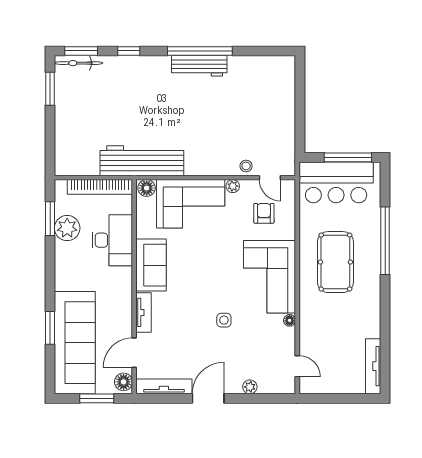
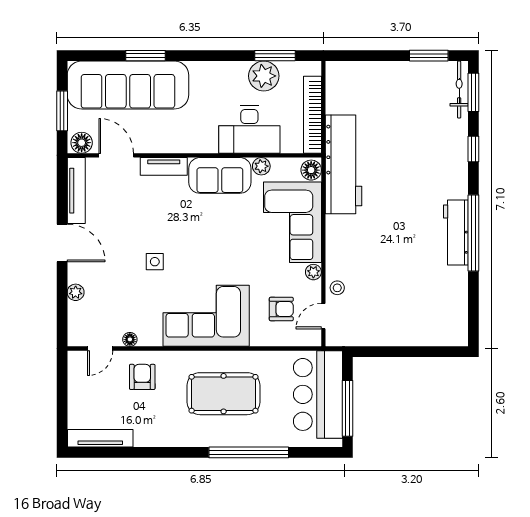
plant: (143, 230) -> (261, 166), added
floor lamp: (290, 320) -> (130, 339), moved
armchair: (321, 331) -> (142, 377), added

